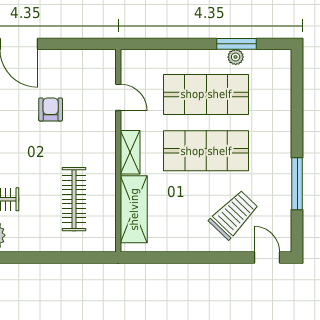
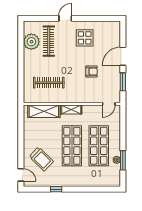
window: (72, 44) -> (123, 82), added
door: (118, 97) -> (109, 104), moved
window: (297, 184) -> (56, 189), width x0.46
door: (267, 258) -> (21, 175), hinge flipped

